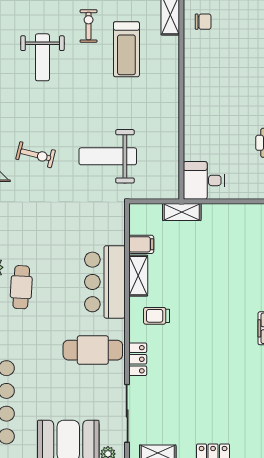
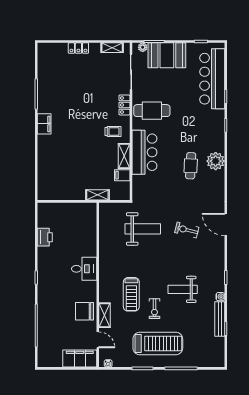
chair: (203, 22) -> (84, 311), width x1.87, depth x1.87
treadmill: (126, 49) -> (131, 294), turned 180
weight bench: (42, 57) -> (183, 289), turned -90
desk: (204, 180) -> (84, 269), moved
cafe table: (21, 287) -> (191, 166), moved

